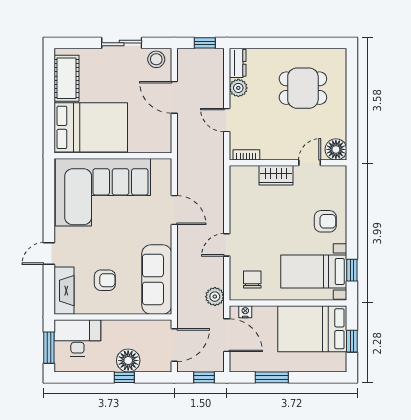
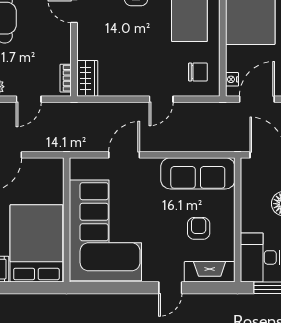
wardrobe: (276, 175) -> (87, 78), moved
door: (227, 245) -> (161, 99), hinge flipped
door: (49, 254) -> (170, 288), hinge flipped
chair: (252, 279) -> (198, 72), turned 180
plant: (215, 297) -> (216, 112), removed

